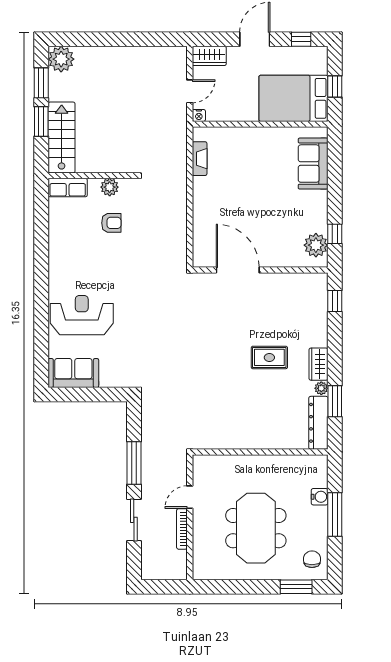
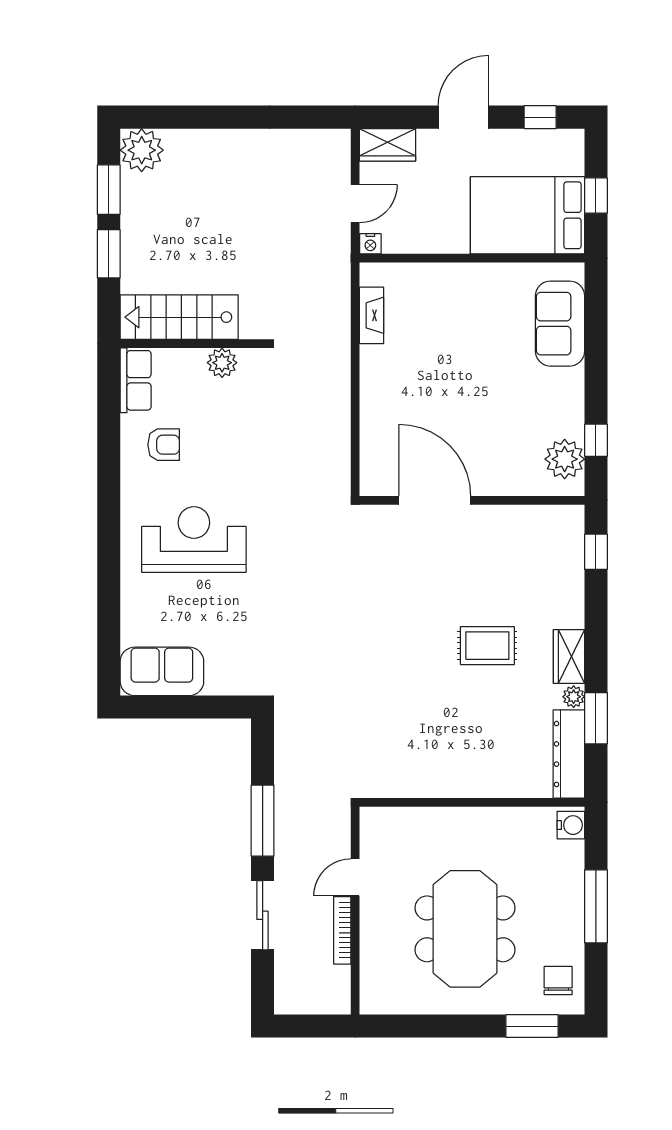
stairs: (62, 138) -> (179, 317), moved, turned -90
row of seats: (68, 188) -> (136, 380), moved, turned -90
armchair: (111, 223) -> (164, 445), moved
reception desk: (82, 315) -> (194, 540), moved
water cooler: (320, 497) -> (571, 825), moved

